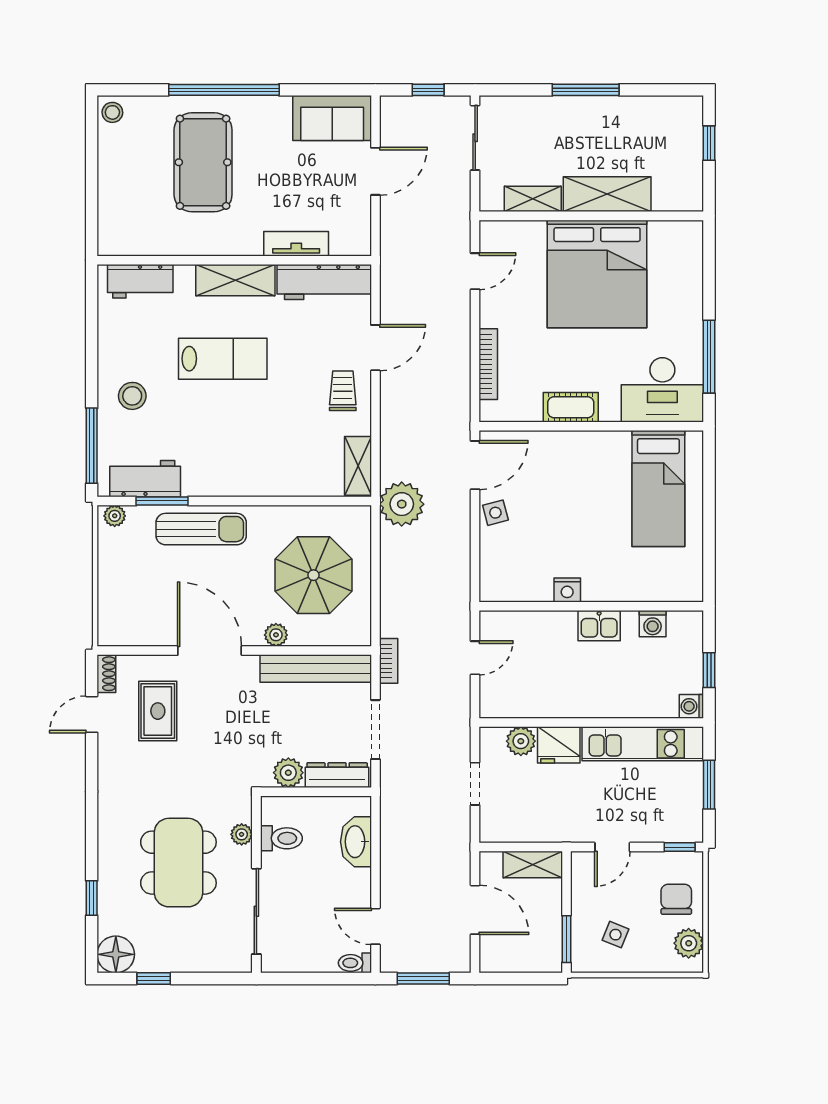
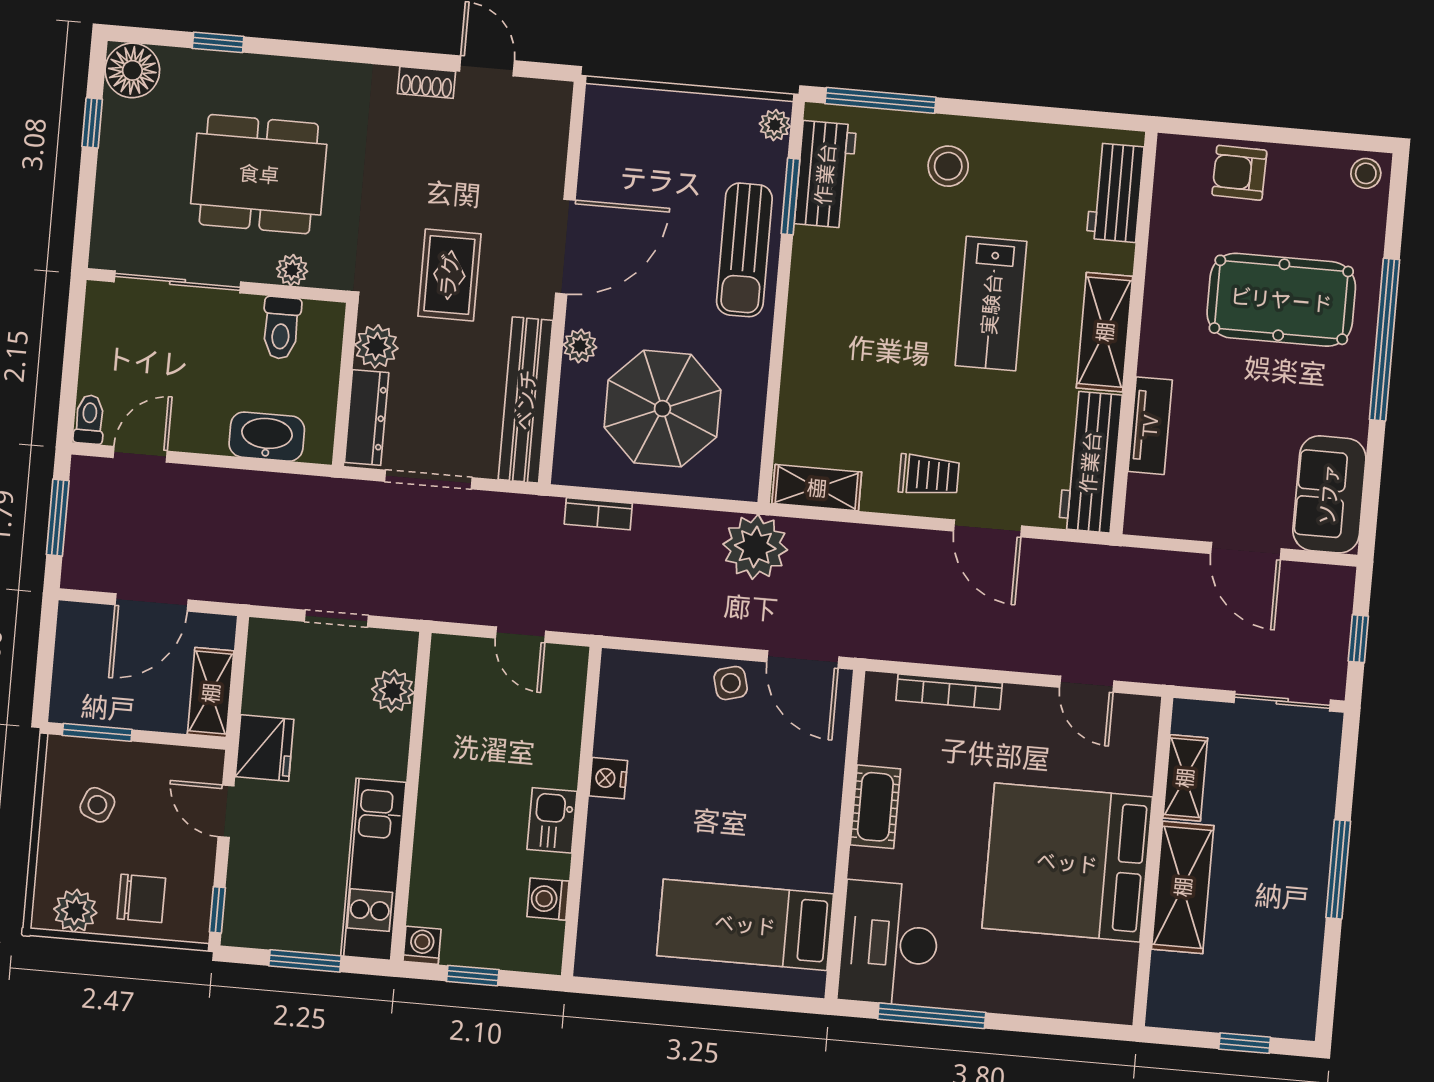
armchair: (119, 198) -> (1239, 173), added
bookcase: (389, 661) -> (598, 514), moved
shoe rack: (106, 674) -> (427, 82), moved
rug: (158, 711) -> (449, 275), moved, turned 90
fridge: (559, 745) -> (265, 748), moved, turned 180

